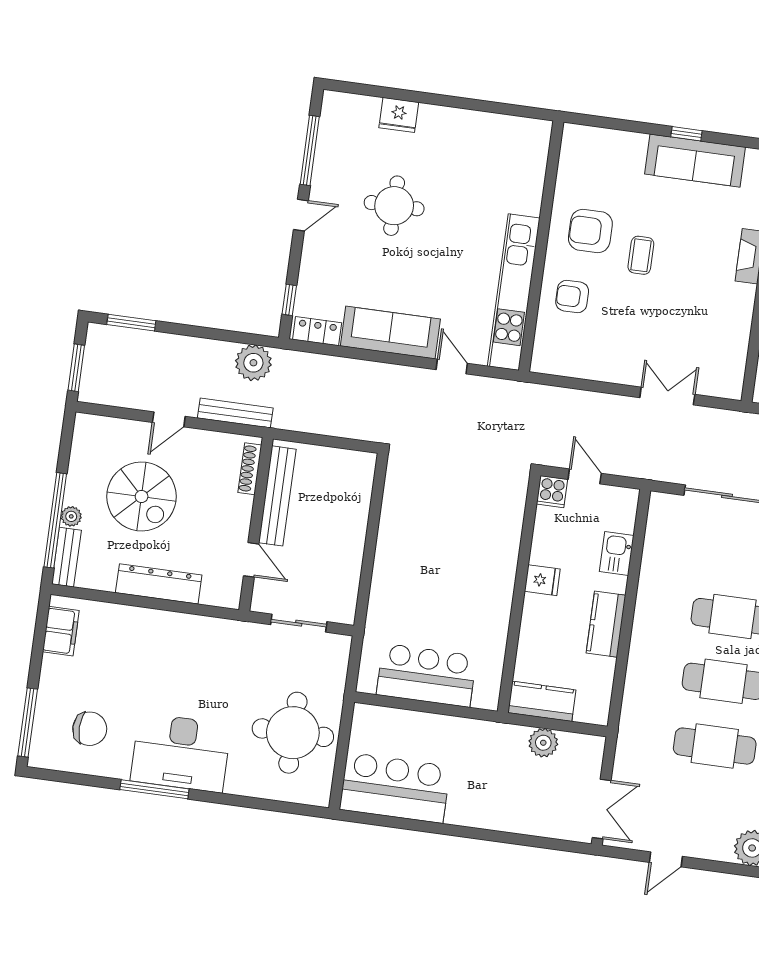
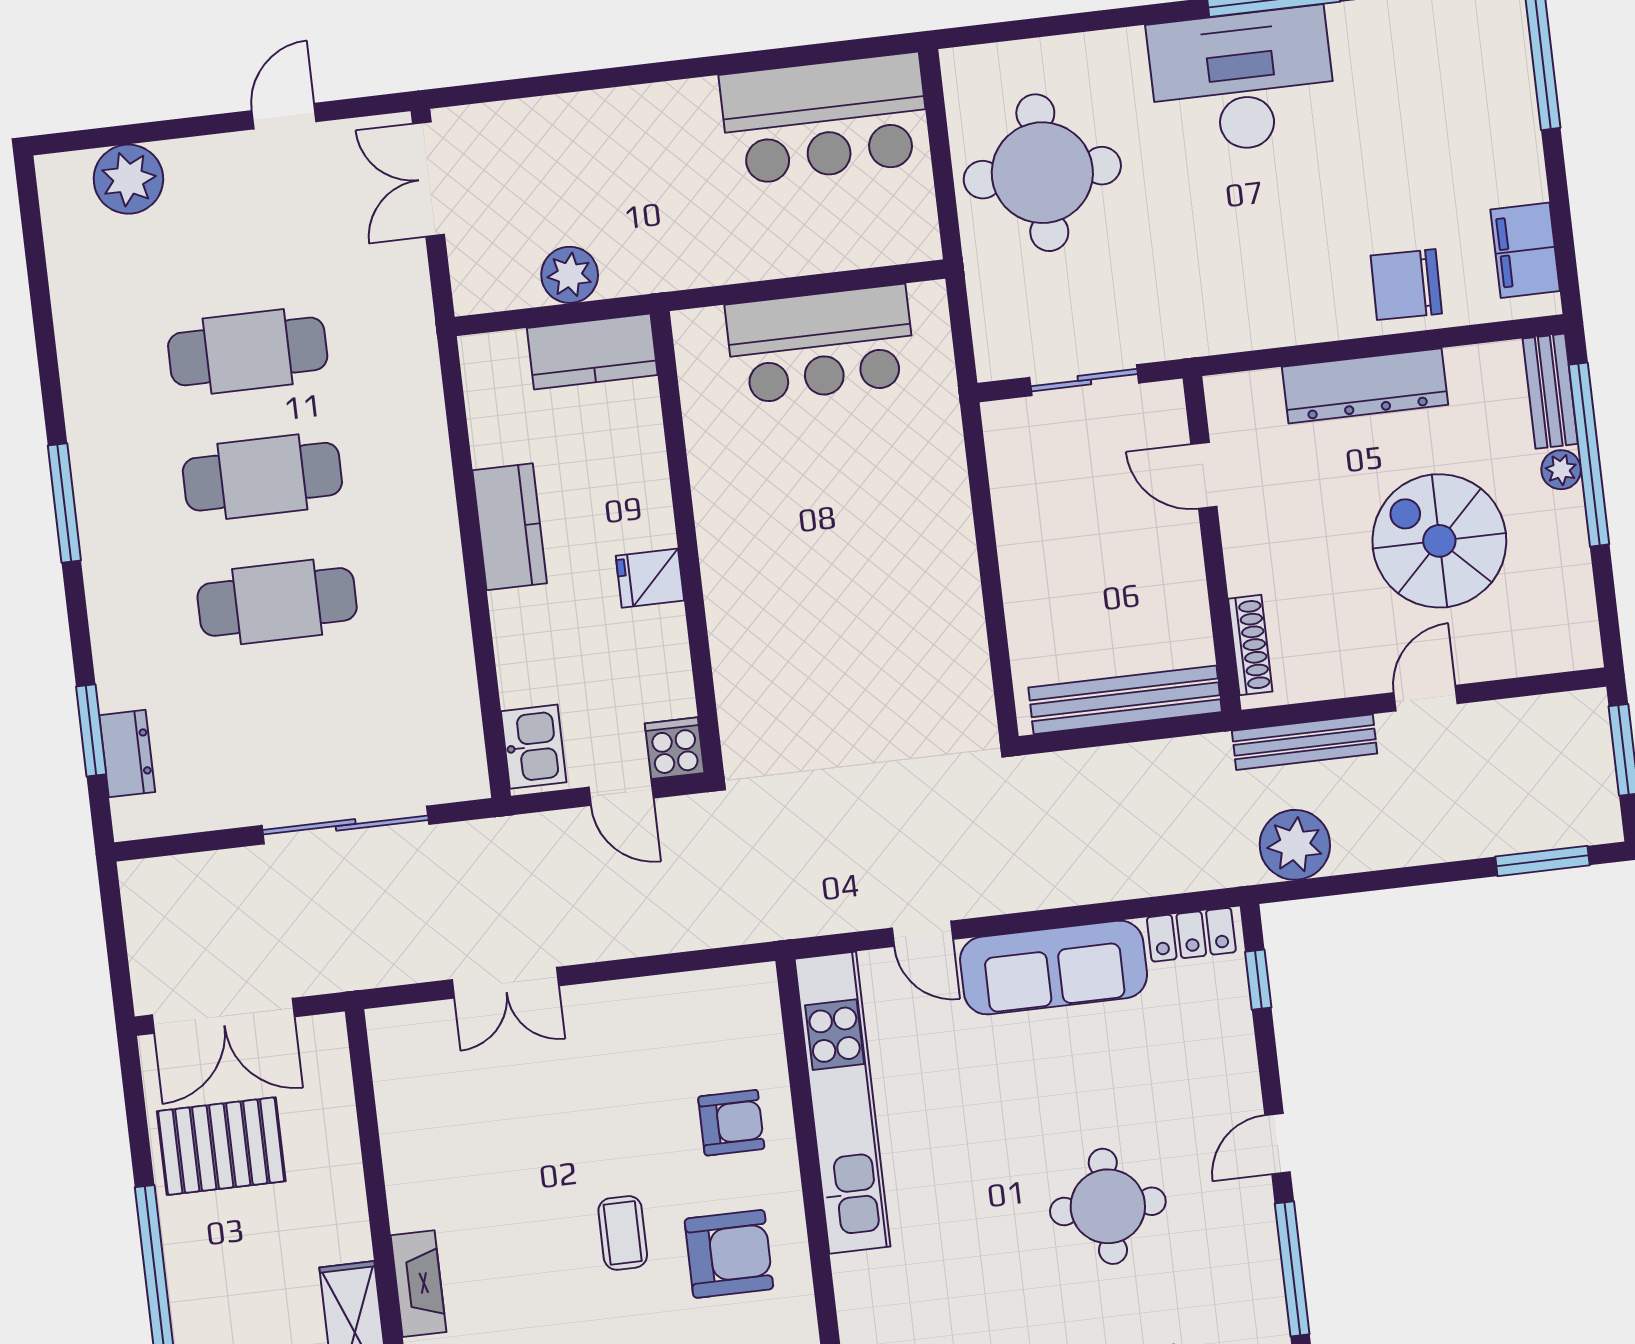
bench: (277, 496) -> (1125, 700), moved, turned 90
kitchen sink: (617, 554) -> (534, 747), moved
chair: (90, 729) -> (1406, 285), moved

